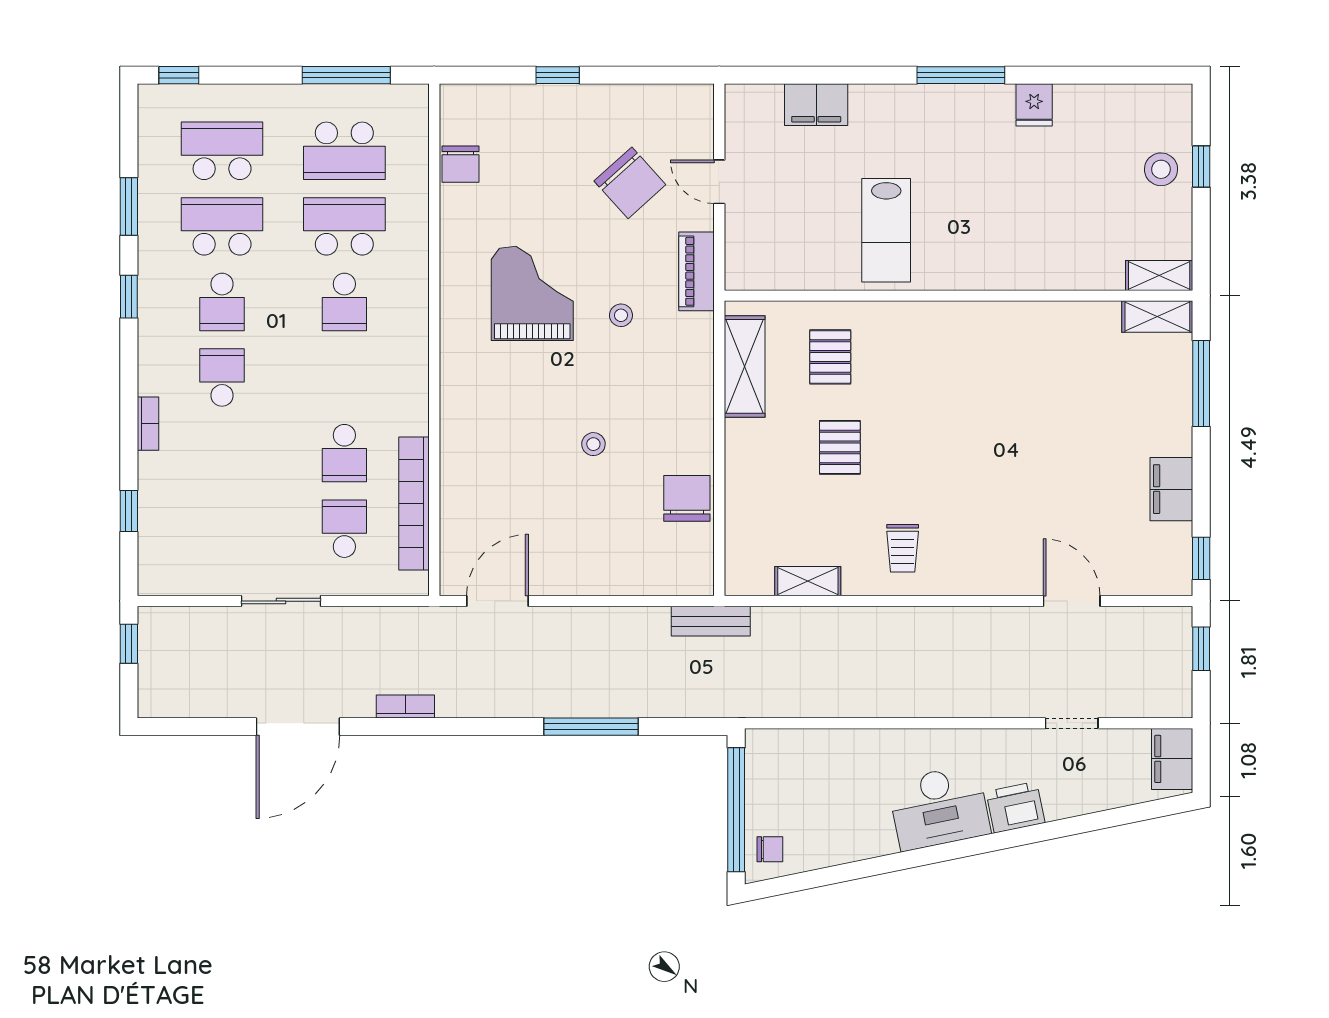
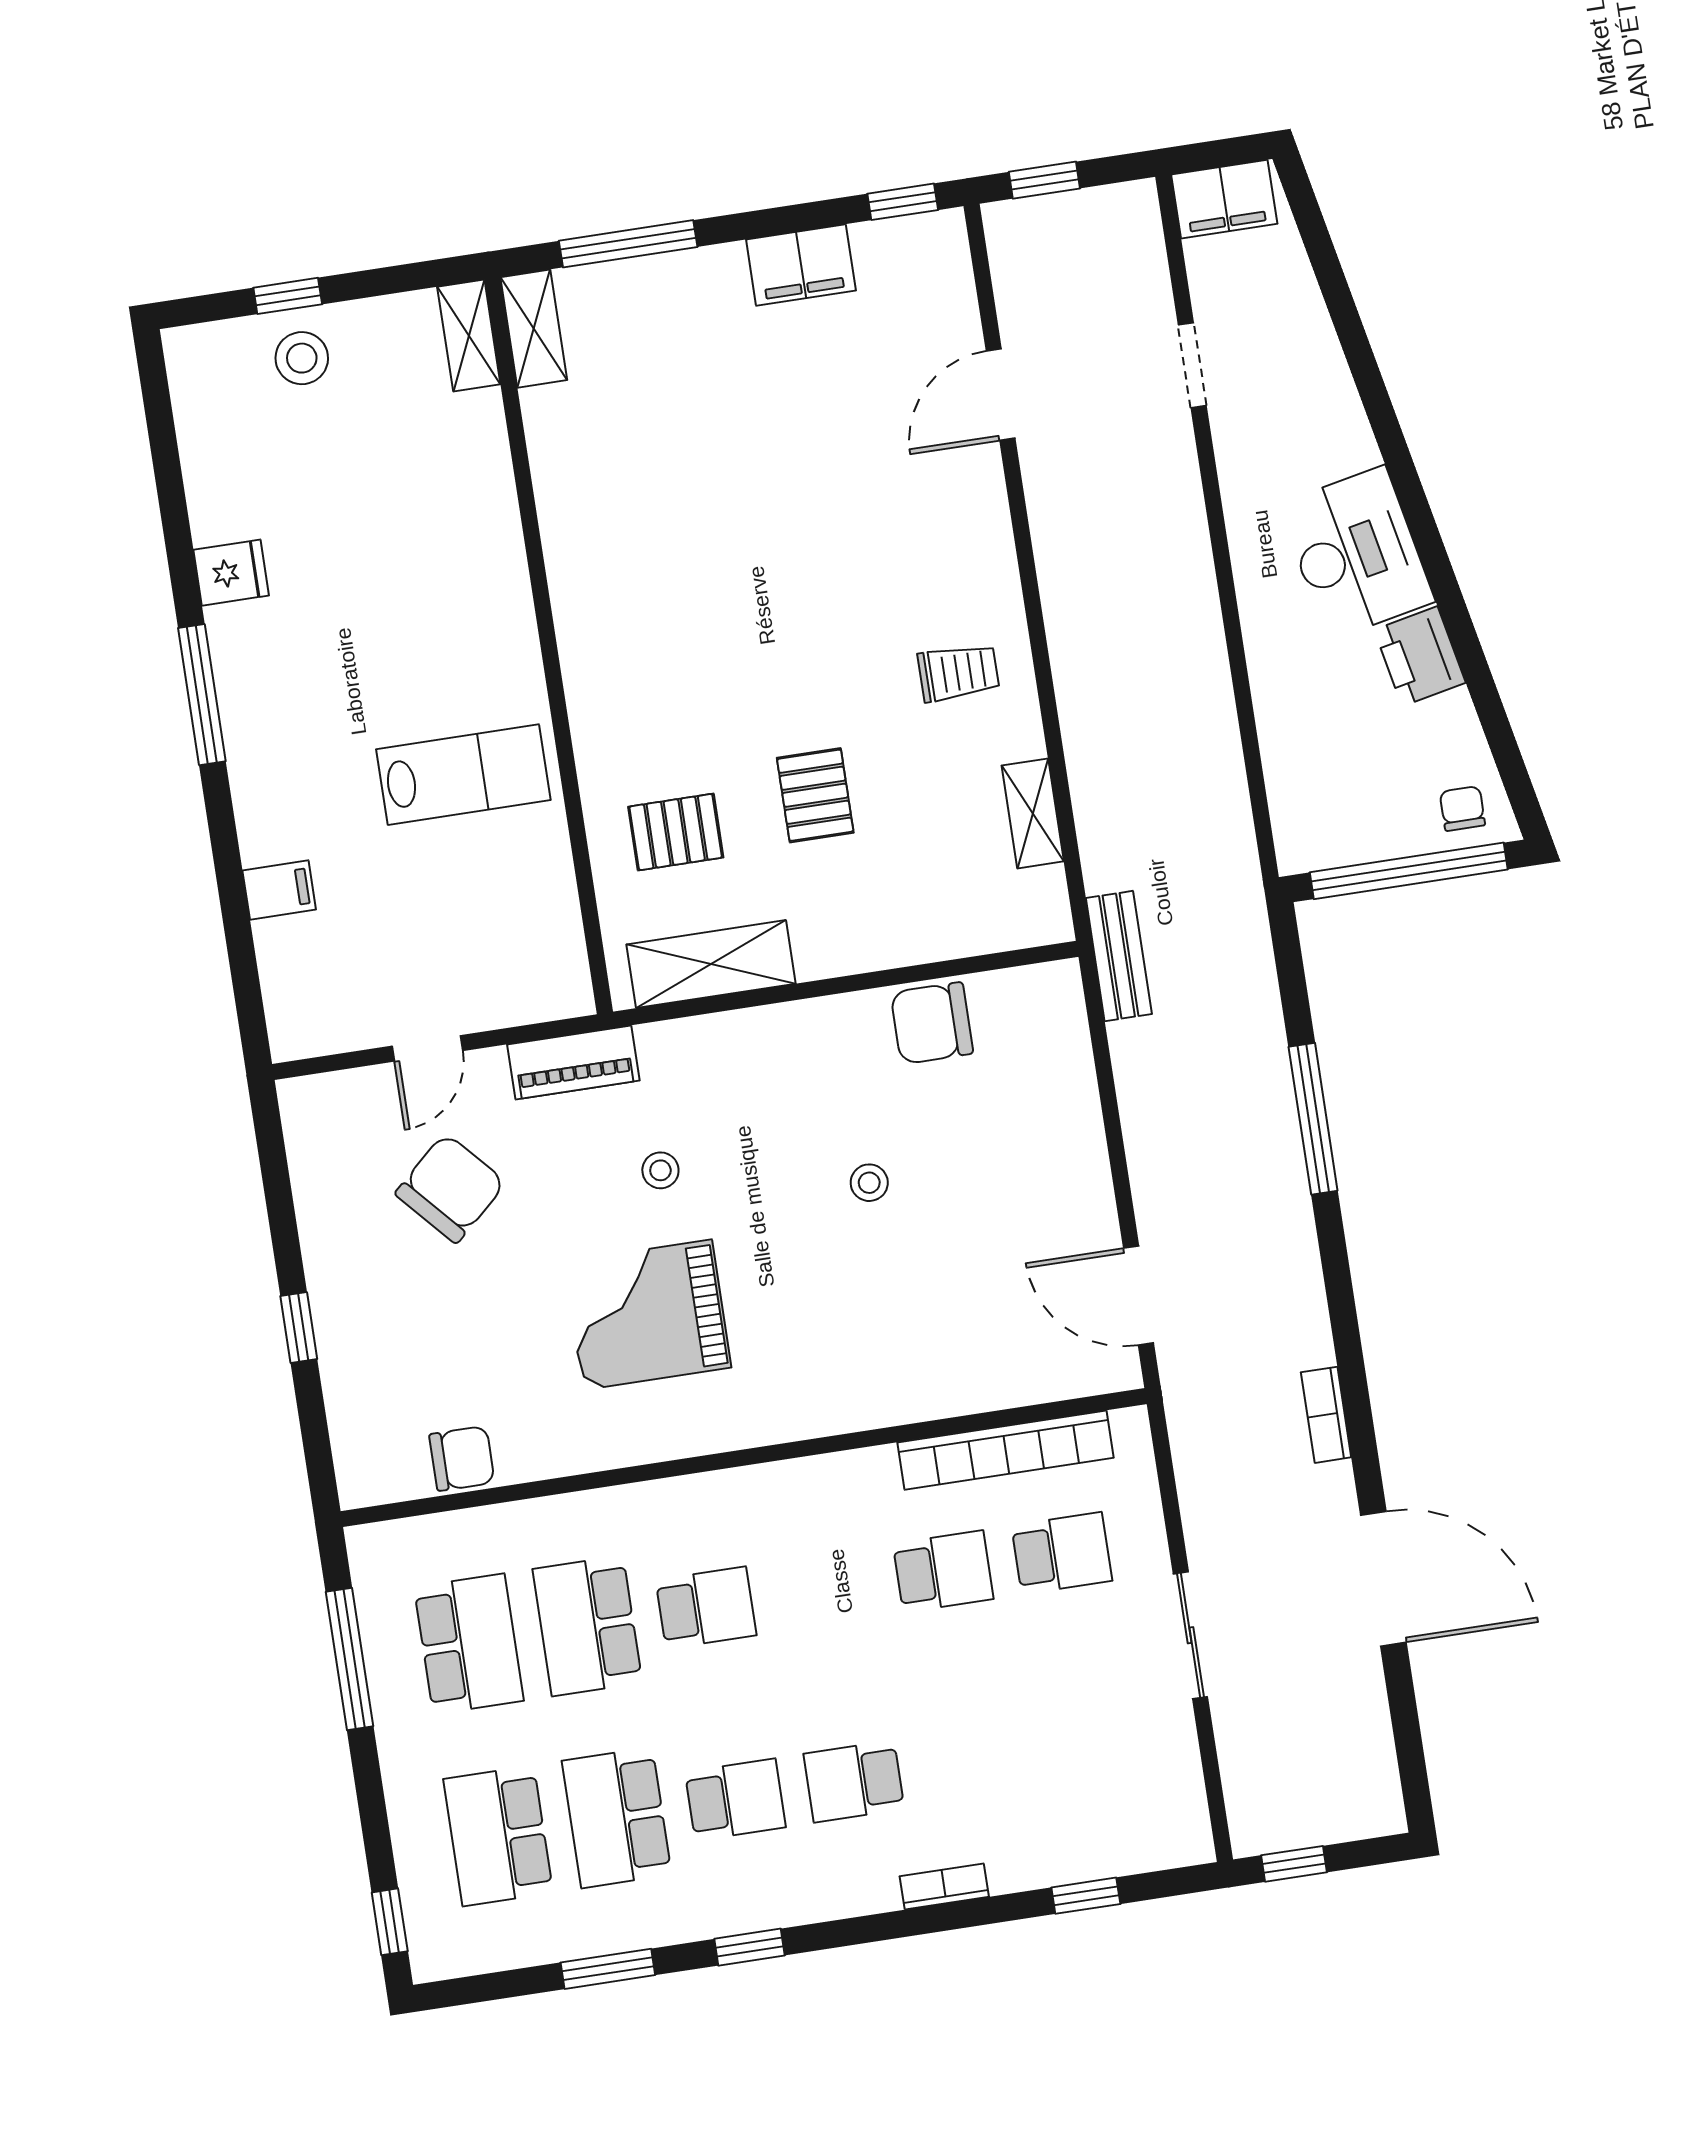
filing cabinet: (816, 105) -> (279, 890), width x0.50
pallet: (840, 447) -> (815, 795), turned 90
school desk: (344, 529) -> (1062, 1553), turned 180
printer: (1015, 807) -> (1420, 656), moved

